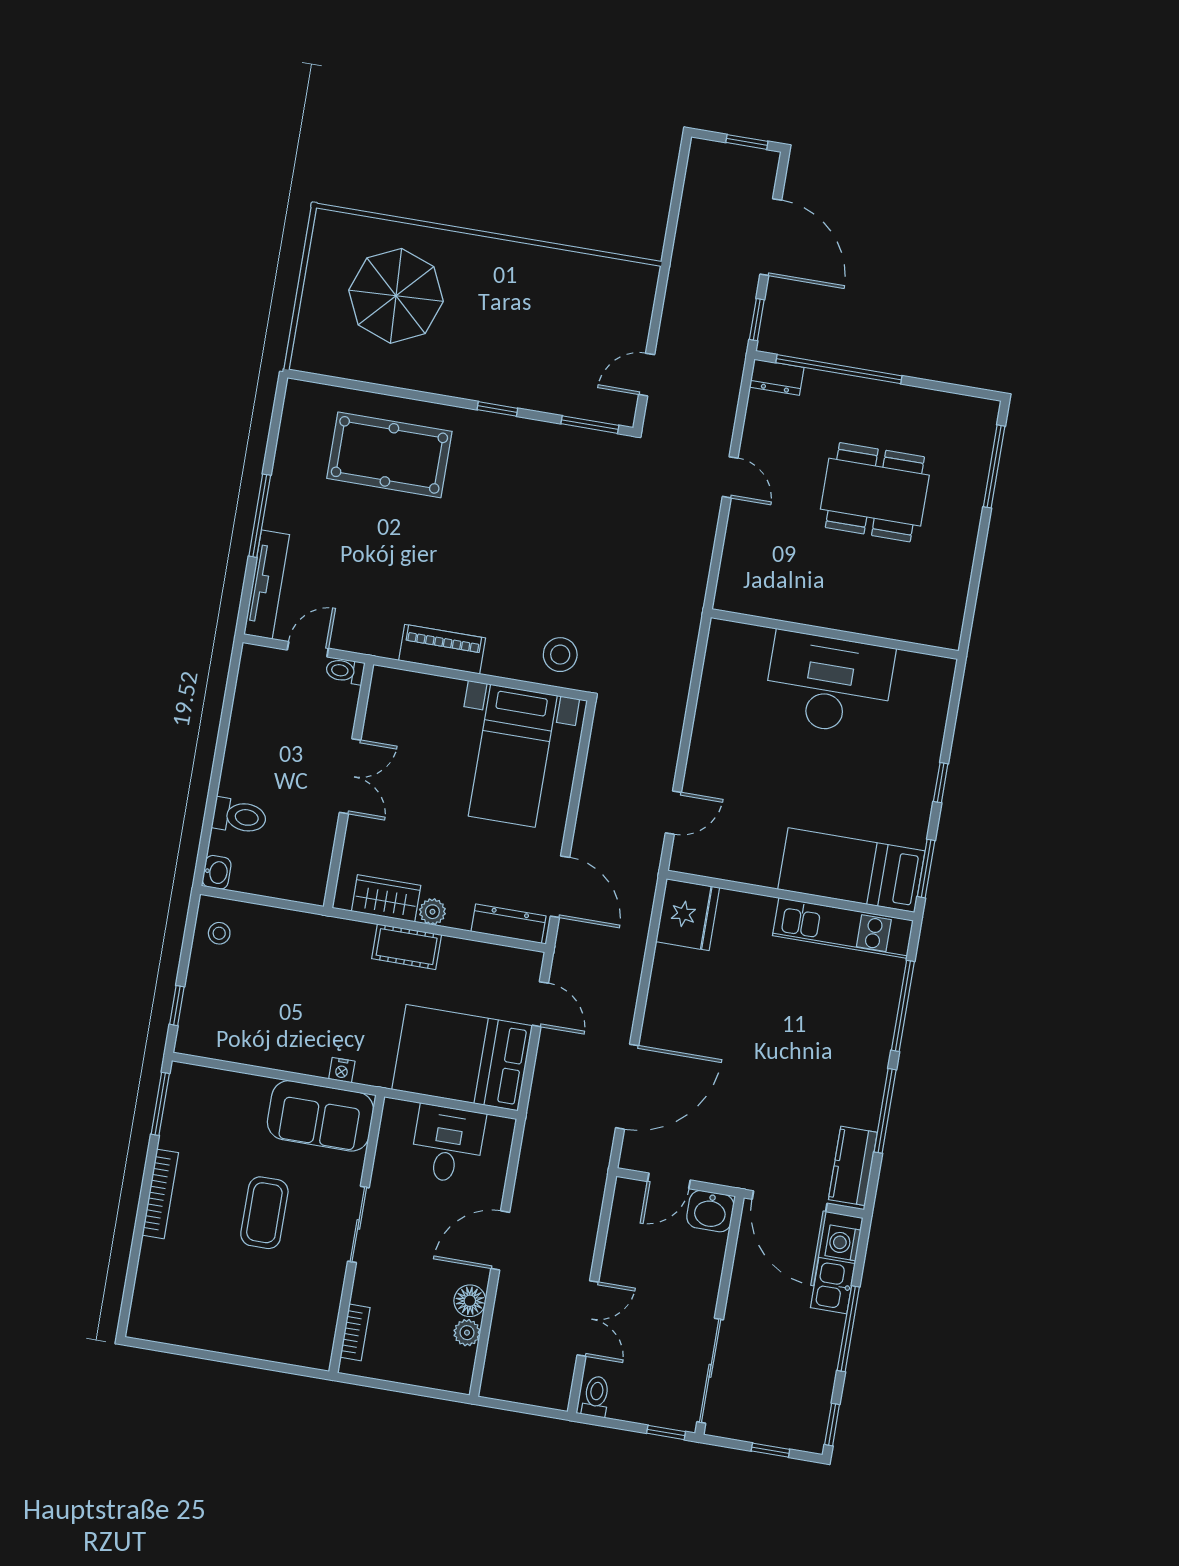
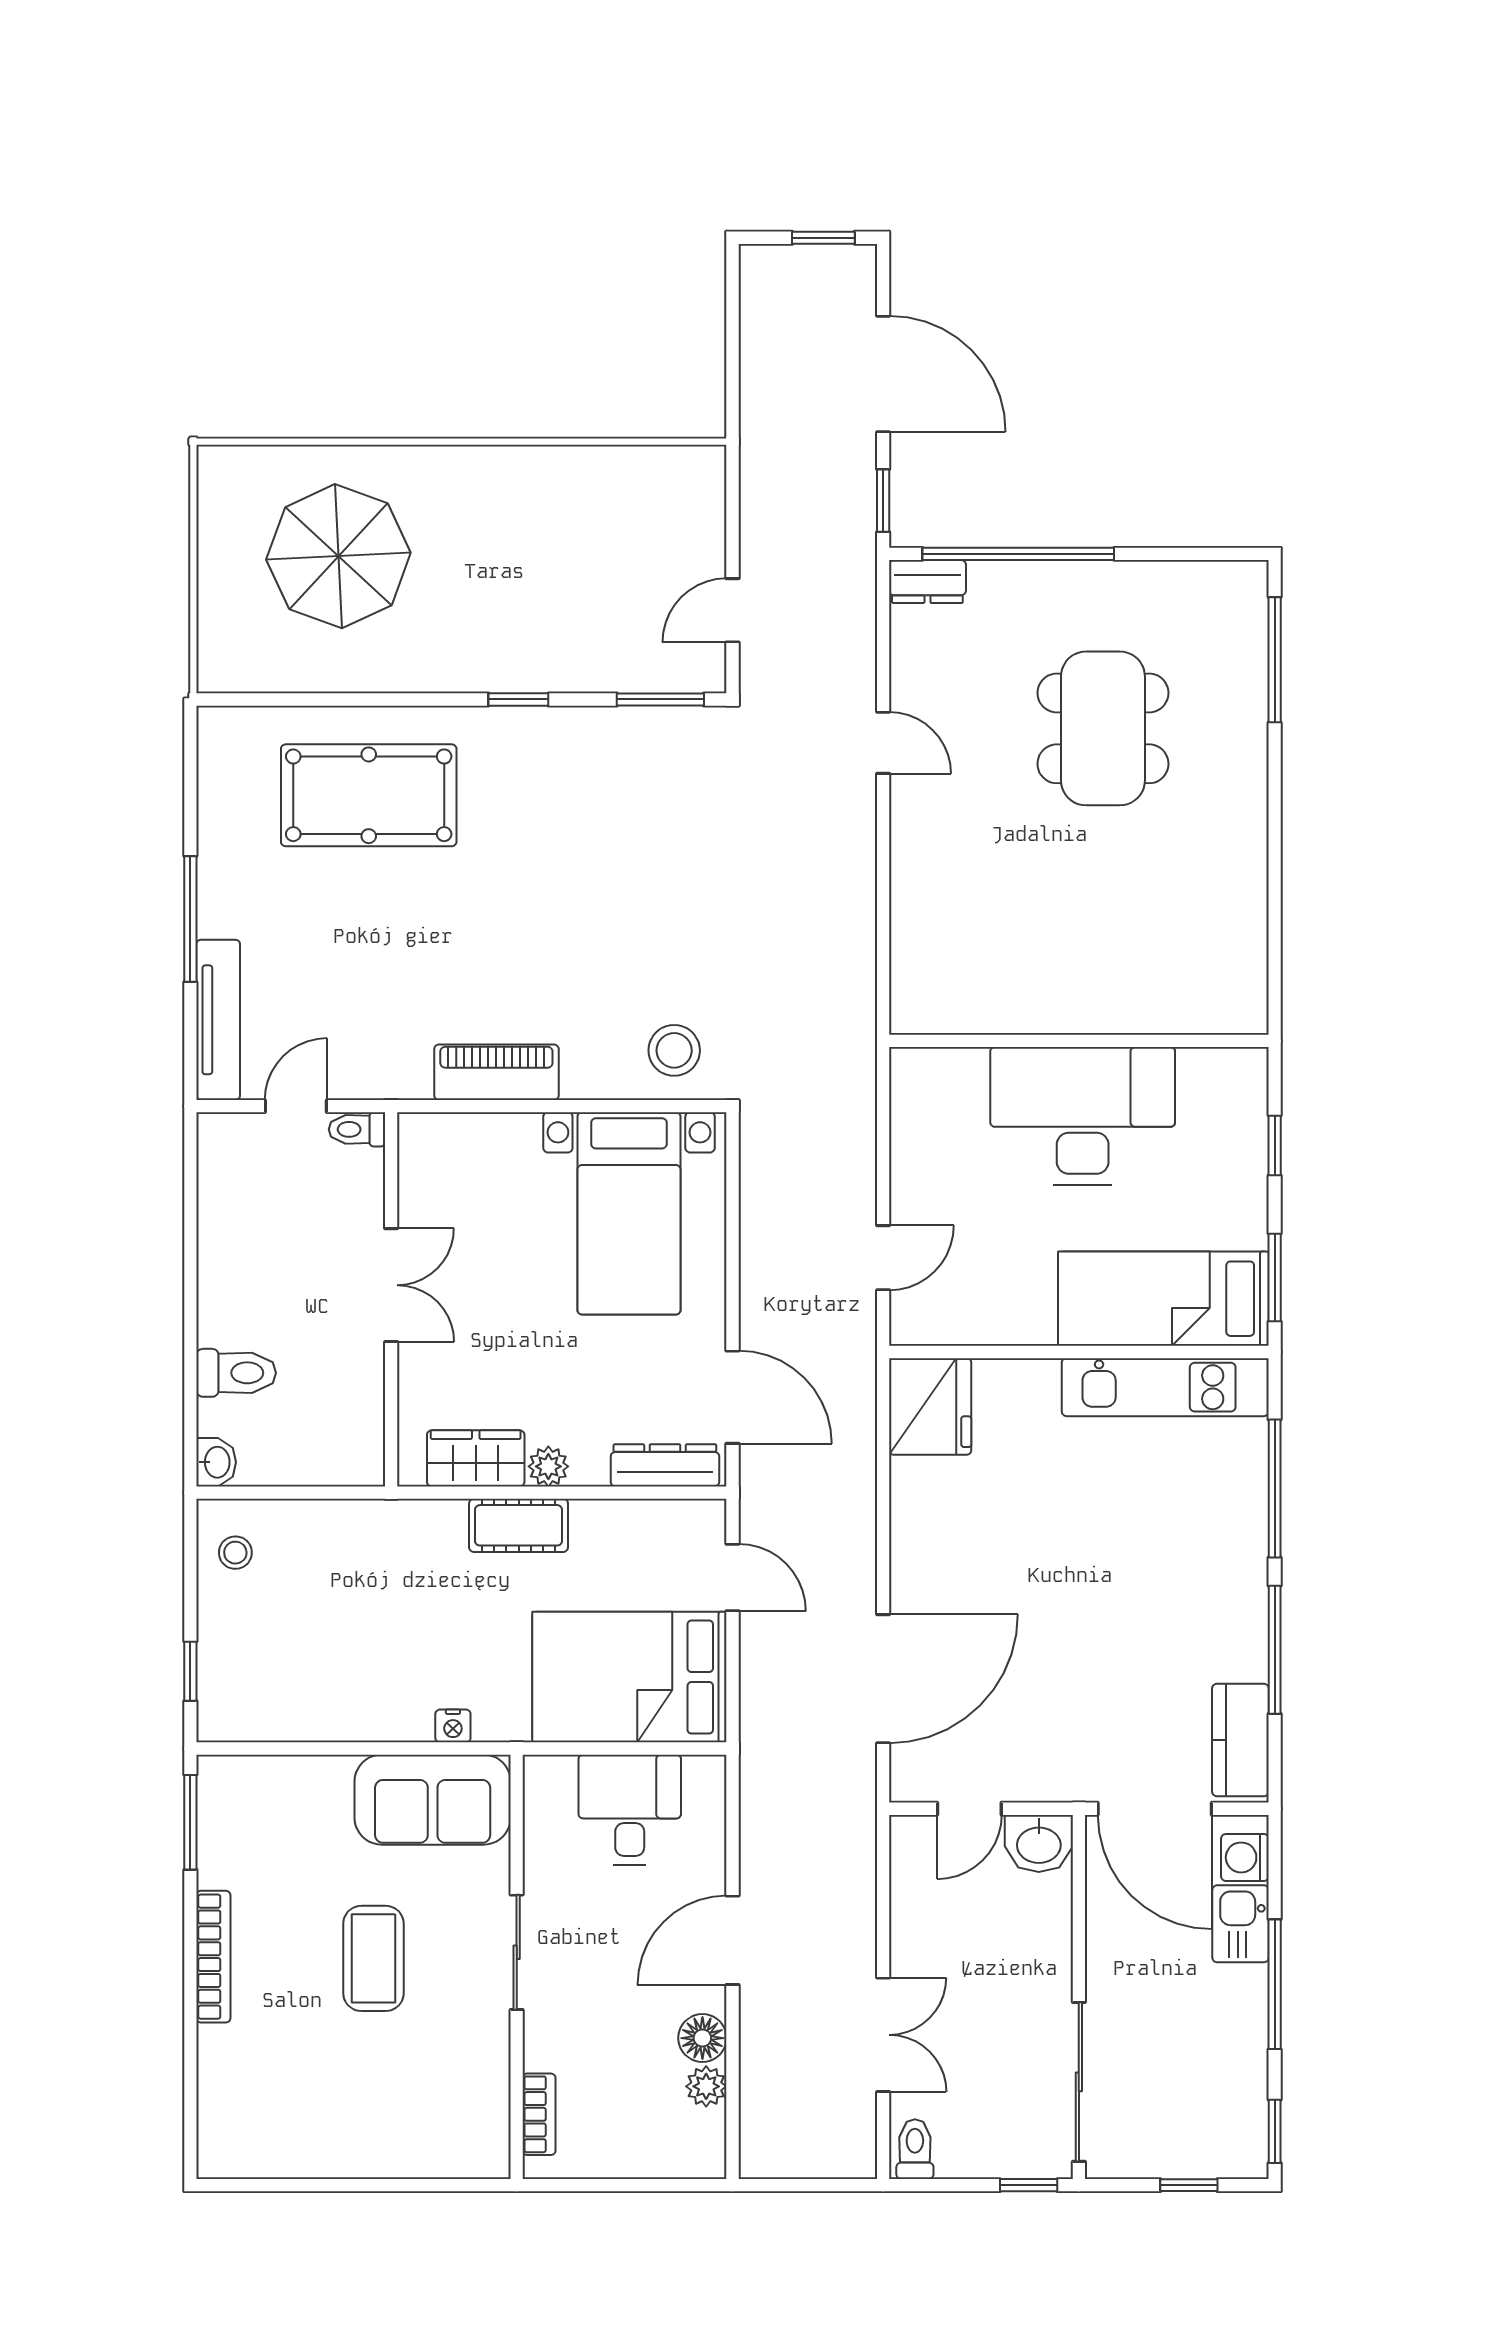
dining table: (875, 492) -> (1103, 728), turned 90
wall: (835, 634) -> (1079, 1041), moved
desk: (829, 683) -> (1083, 1116), moved

